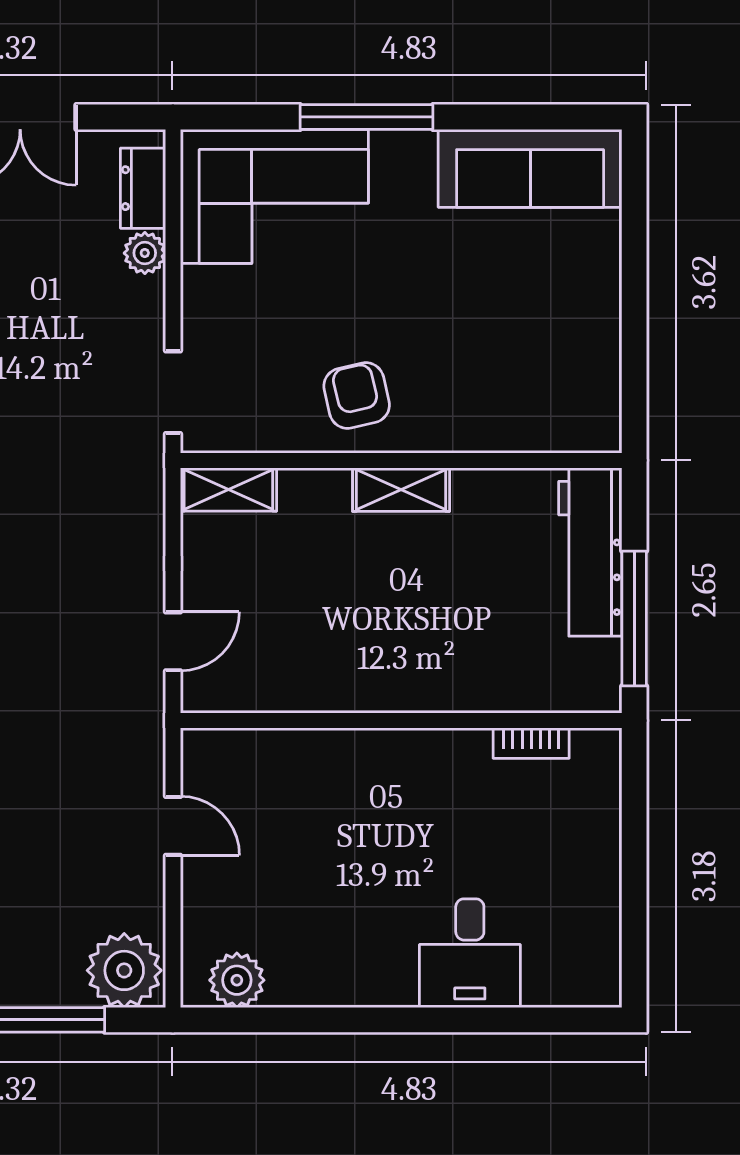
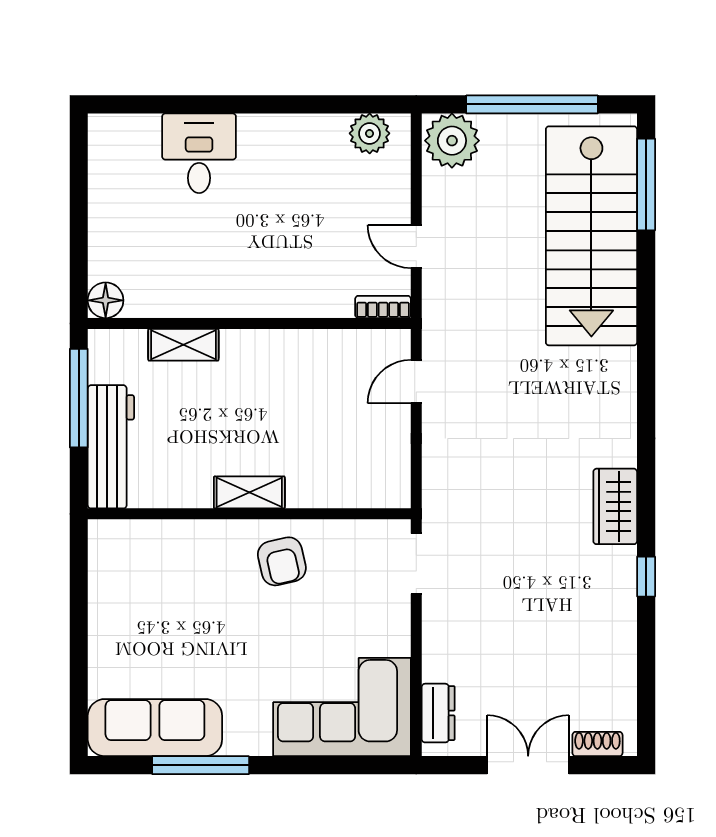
window: (367, 117) -> (201, 765), moved
plant: (145, 253) -> (437, 666), removed
shelving: (228, 489) -> (183, 345), moved
bookcase: (531, 743) -> (383, 307), moved
floor lamp: (598, 752) -> (106, 300), added

